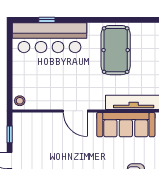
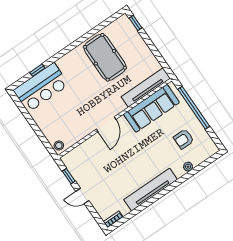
bar counter: (49, 38) -> (41, 87), width x0.73
door: (75, 111) -> (106, 124), hinge flipped

